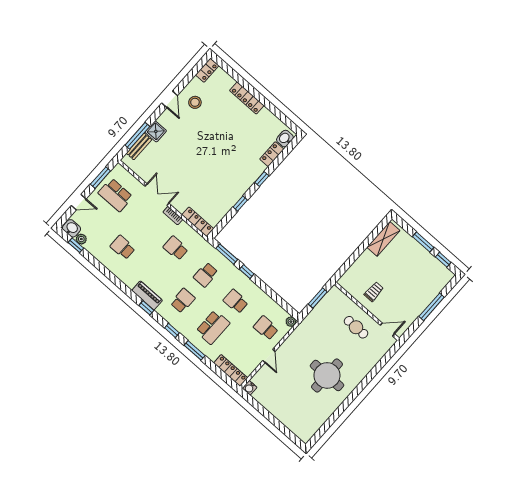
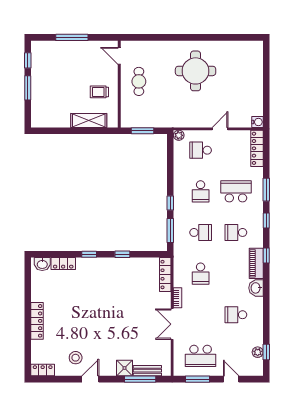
school desk: (115, 195) -> (201, 356), turned 90
washbasin: (72, 228) -> (256, 288), moved
shelving: (383, 239) -> (89, 120), moved
school desk: (123, 247) -> (236, 315), turned 90
school desk: (266, 328) -> (201, 150), turned 90

